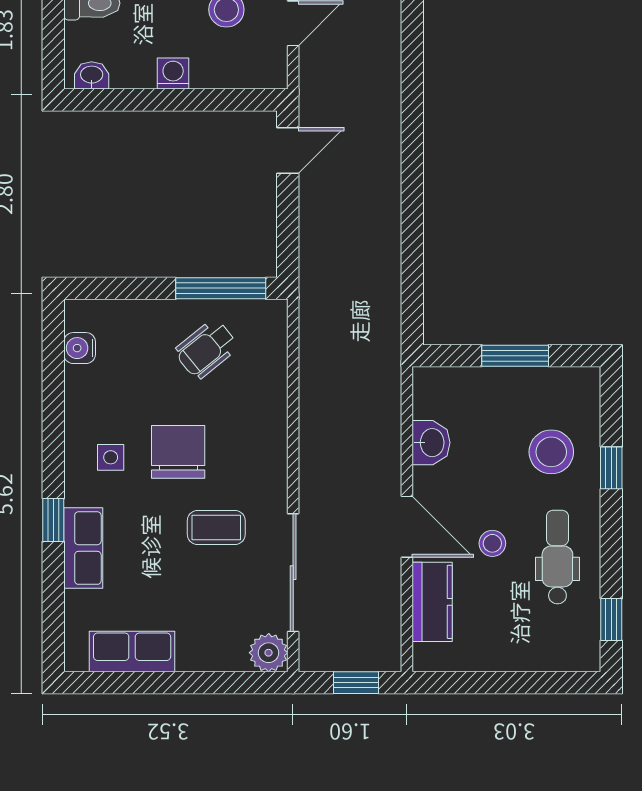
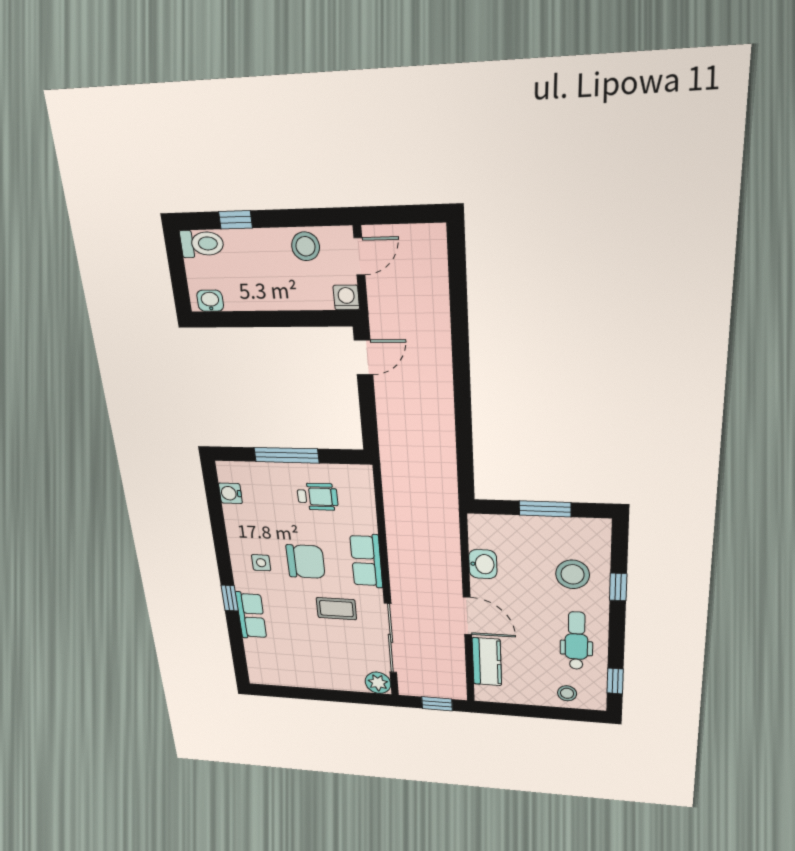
washing machine: (173, 74) -> (346, 297), moved
window: (221, 288) -> (286, 455), moved
wheelchair: (206, 349) -> (317, 497), turned -141
chair: (178, 452) -> (306, 562), turned 90
stool: (492, 543) -> (567, 693), moved
row of seats: (132, 652) -> (366, 561), moved, turned -90

